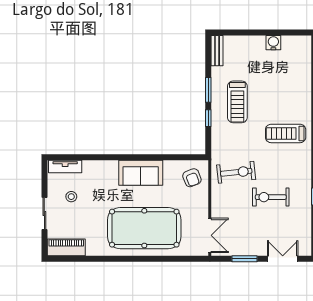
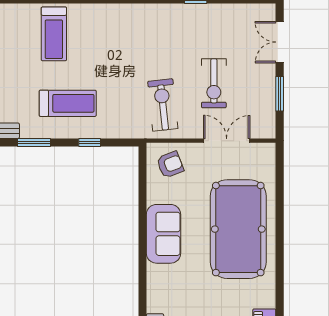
window: (208, 90) -> (34, 143), moved
treadmill: (286, 133) -> (54, 34), moved
exercise bike: (271, 197) -> (214, 83), moved
double door: (210, 235) -> (227, 141), moved

